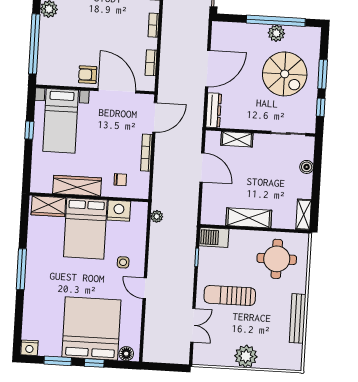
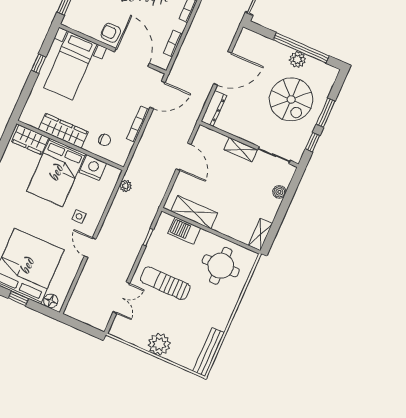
shelving: (237, 139) -> (241, 150), moved
shelving: (249, 218) -> (194, 212), moved
barbecue: (214, 237) -> (184, 231), moved
bench: (298, 318) -> (209, 352), moved

